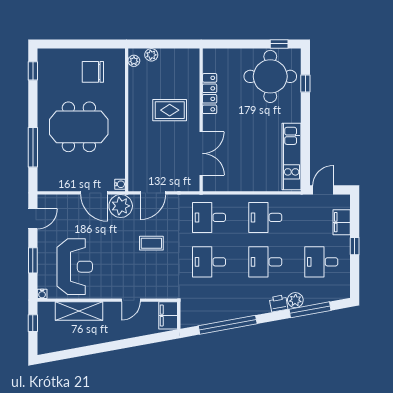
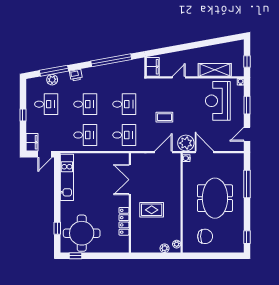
meeting table: (79, 127) -> (215, 198), turned 90
filing cabinet: (342, 222) -> (32, 142), moved
plant: (295, 300) -> (52, 80), moved

